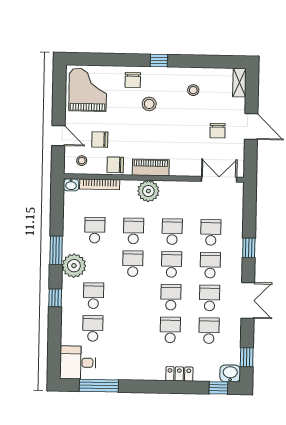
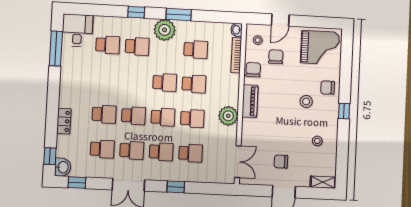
plant: (148, 191) -> (228, 116), moved

